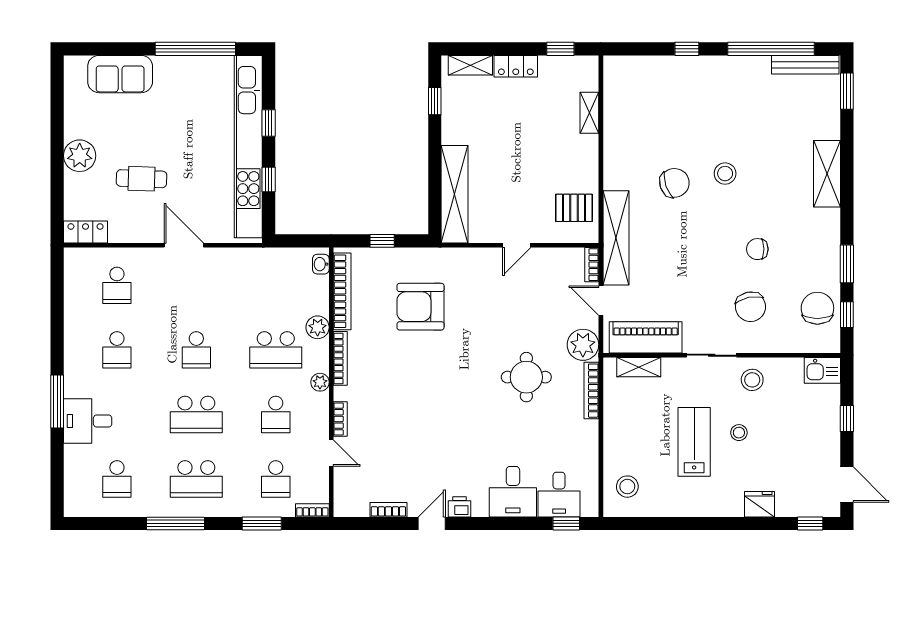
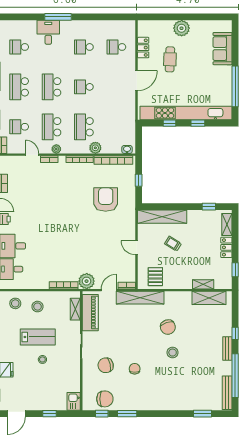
bench: (717, 64) -> (227, 349), added
window: (847, 91) -> (203, 414), moved
trolley: (508, 173) -> (173, 244), added
shelving: (827, 174) -> (209, 298), moved
locker: (85, 232) -> (143, 48), moved
round table: (526, 377) -> (70, 253), removed
stool: (752, 380) -> (38, 307), moved
plant: (320, 382) -> (56, 149), moved
school desk: (276, 414) -> (52, 127), width x1.85
door: (331, 453) -> (32, 155), swing flipped

